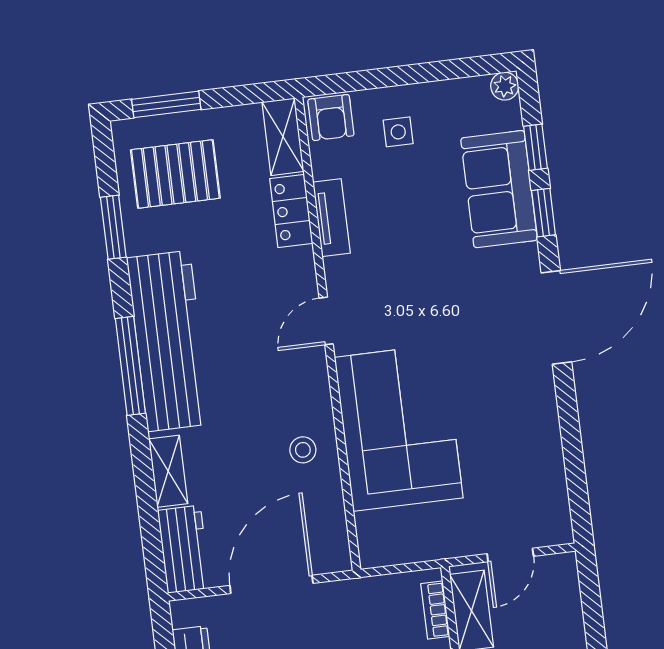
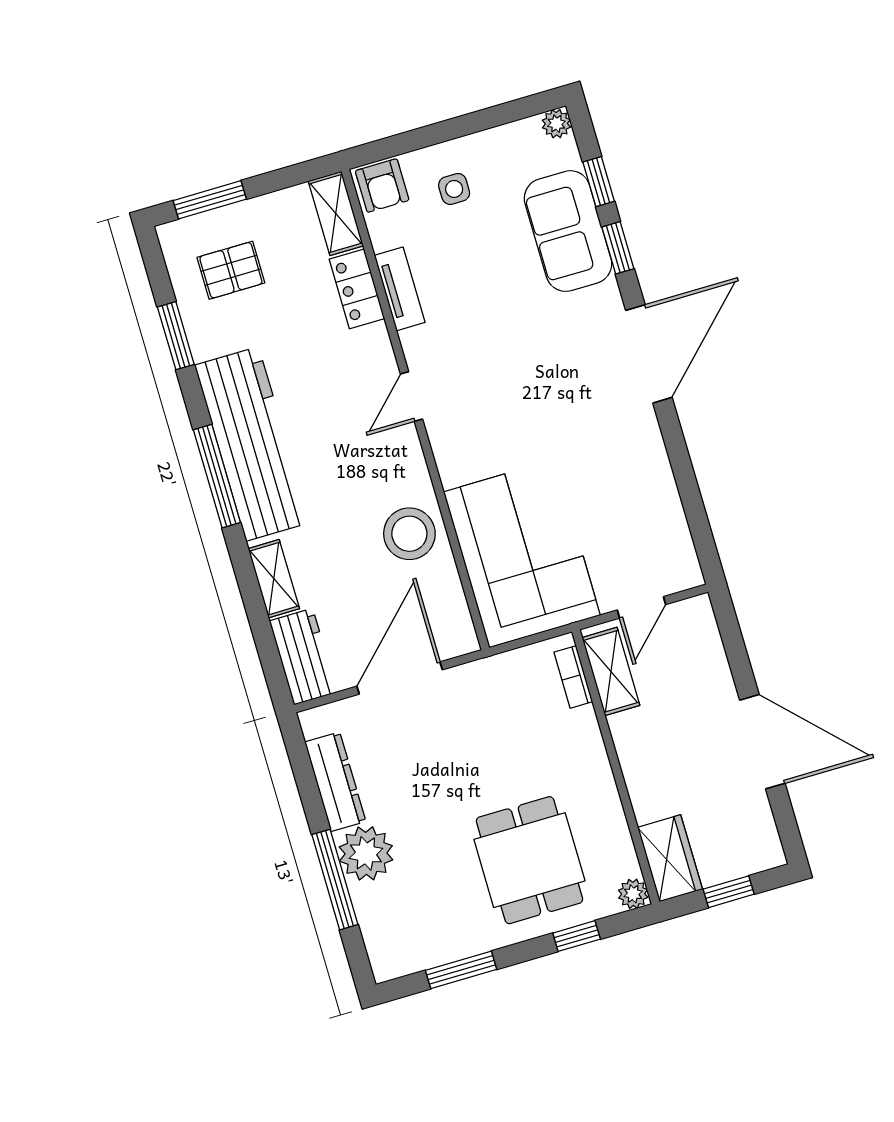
pallet: (175, 174) -> (231, 270), width x0.67, depth x0.71
corner sofa: (399, 428) -> (522, 554), moved
stool: (303, 450) -> (409, 534), width x1.89, depth x1.89

